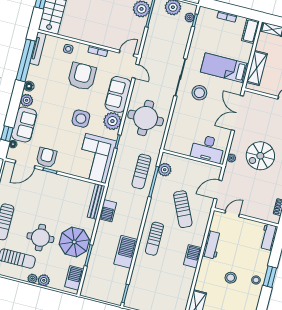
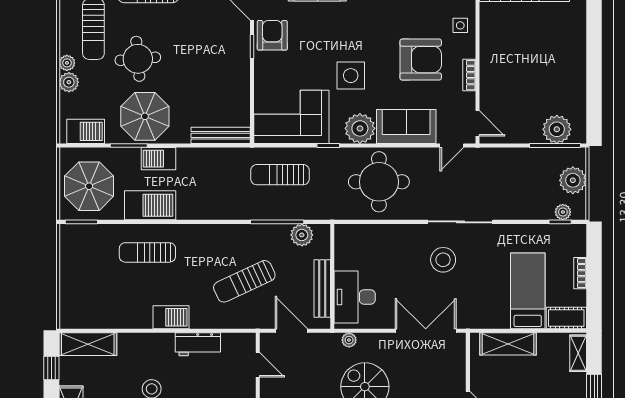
bed: (225, 68) -> (528, 291), moved
armchair: (47, 158) -> (272, 35), turned -90
bench: (198, 166) -> (322, 288), added
sun lounger: (141, 171) -> (280, 175), moved
barbecue: (108, 211) -> (159, 159), moved
sun lounger: (154, 239) -> (147, 252), moved
parasol: (106, 284) -> (89, 186), added

